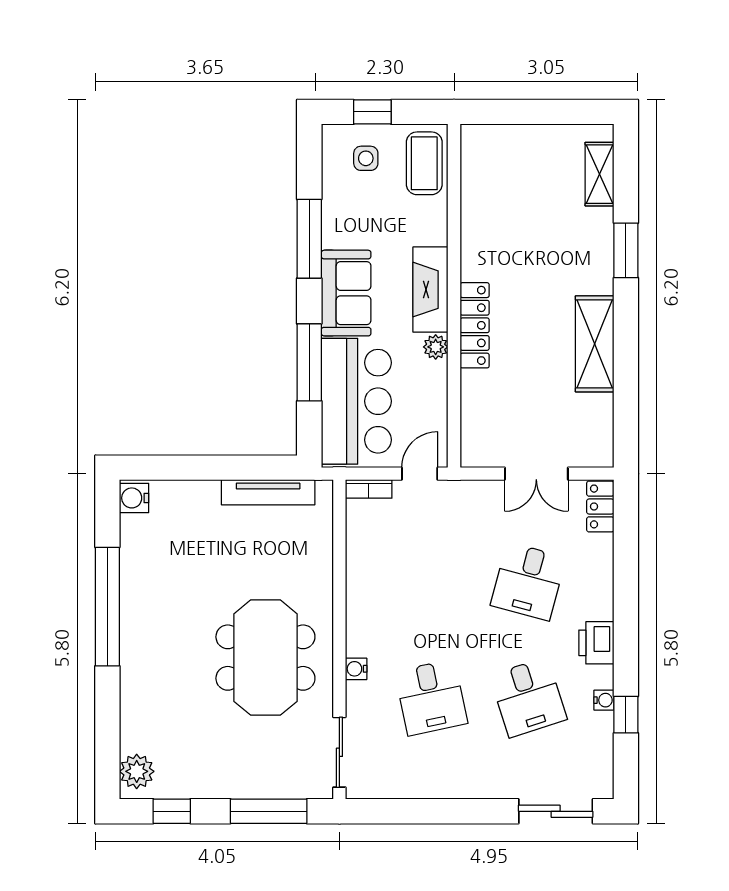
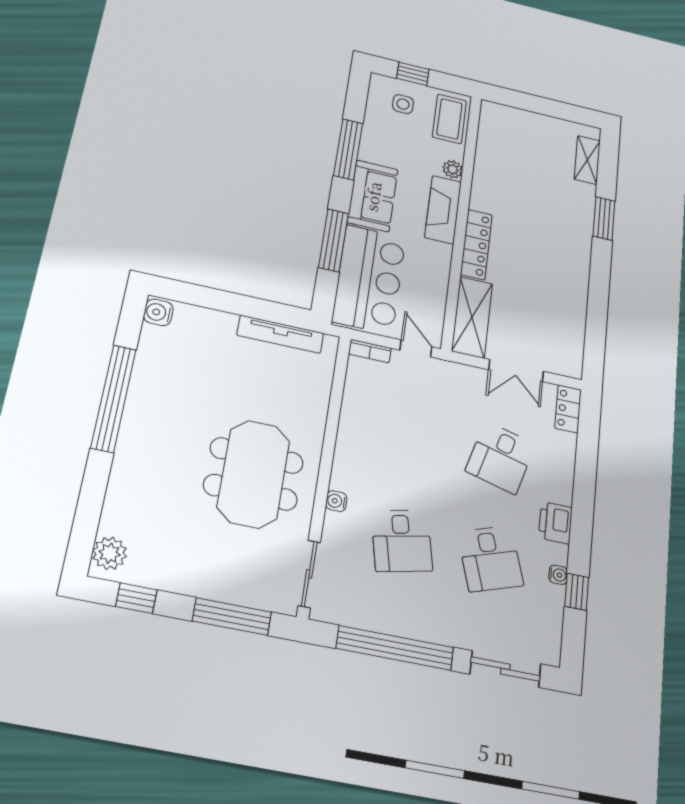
shelving: (595, 344) -> (472, 317), moved
plant: (436, 347) -> (453, 169), moved
door: (420, 474) -> (416, 348), hinge flipped
window: (438, 811) -> (395, 648), added

